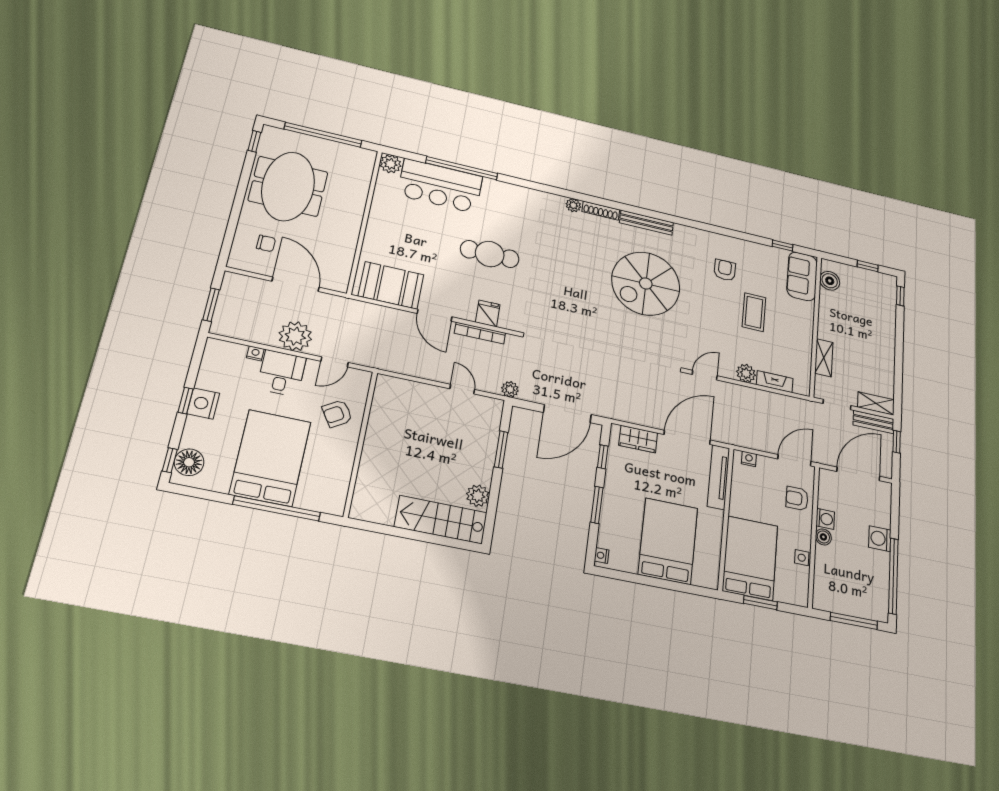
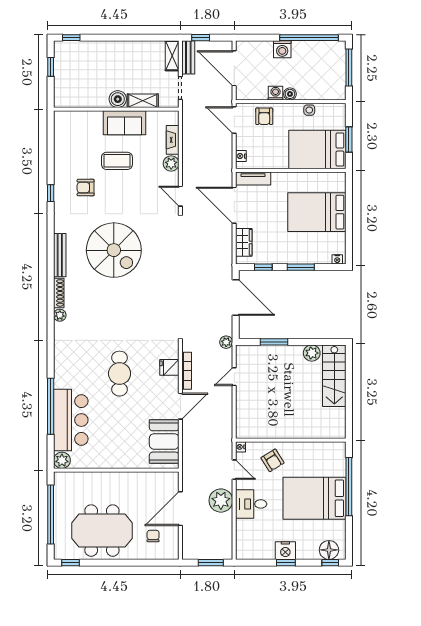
window: (783, 245) -> (51, 193), moved
sofa: (802, 276) -> (124, 123), moved
boiler: (830, 281) -> (118, 99), moved
nightstand: (255, 353) -> (240, 447), moved
tv unit: (719, 477) -> (253, 178), width x0.71

